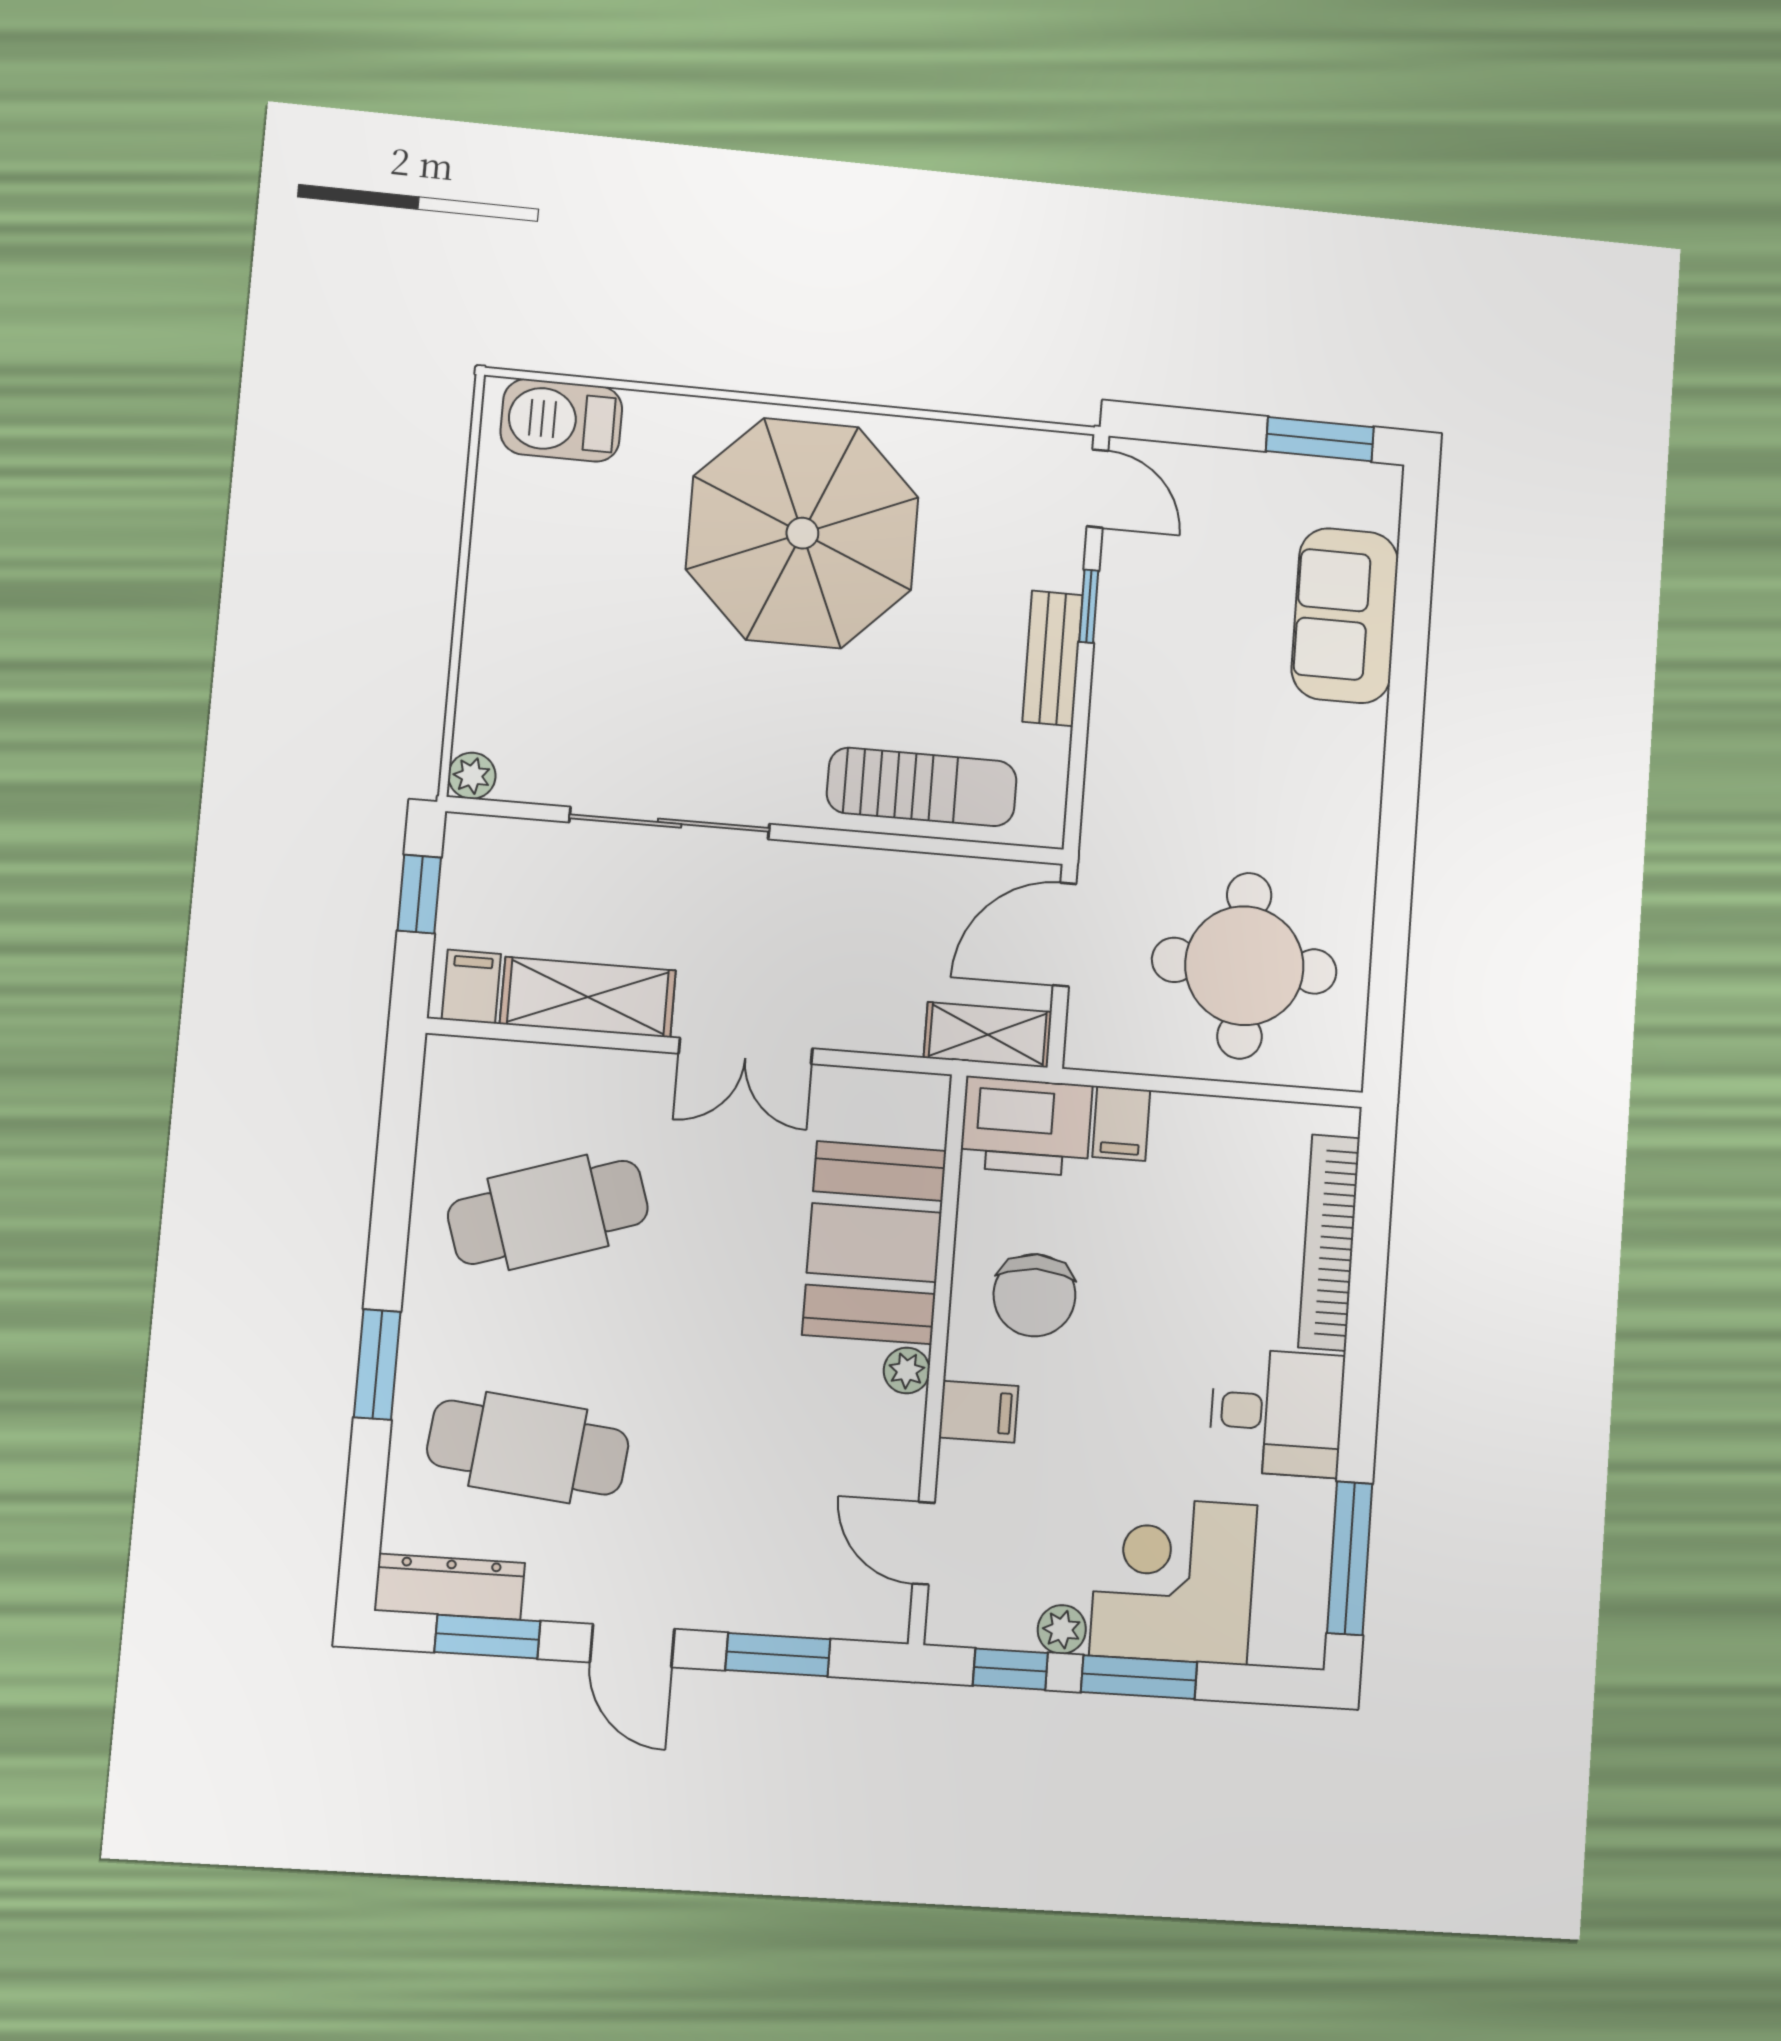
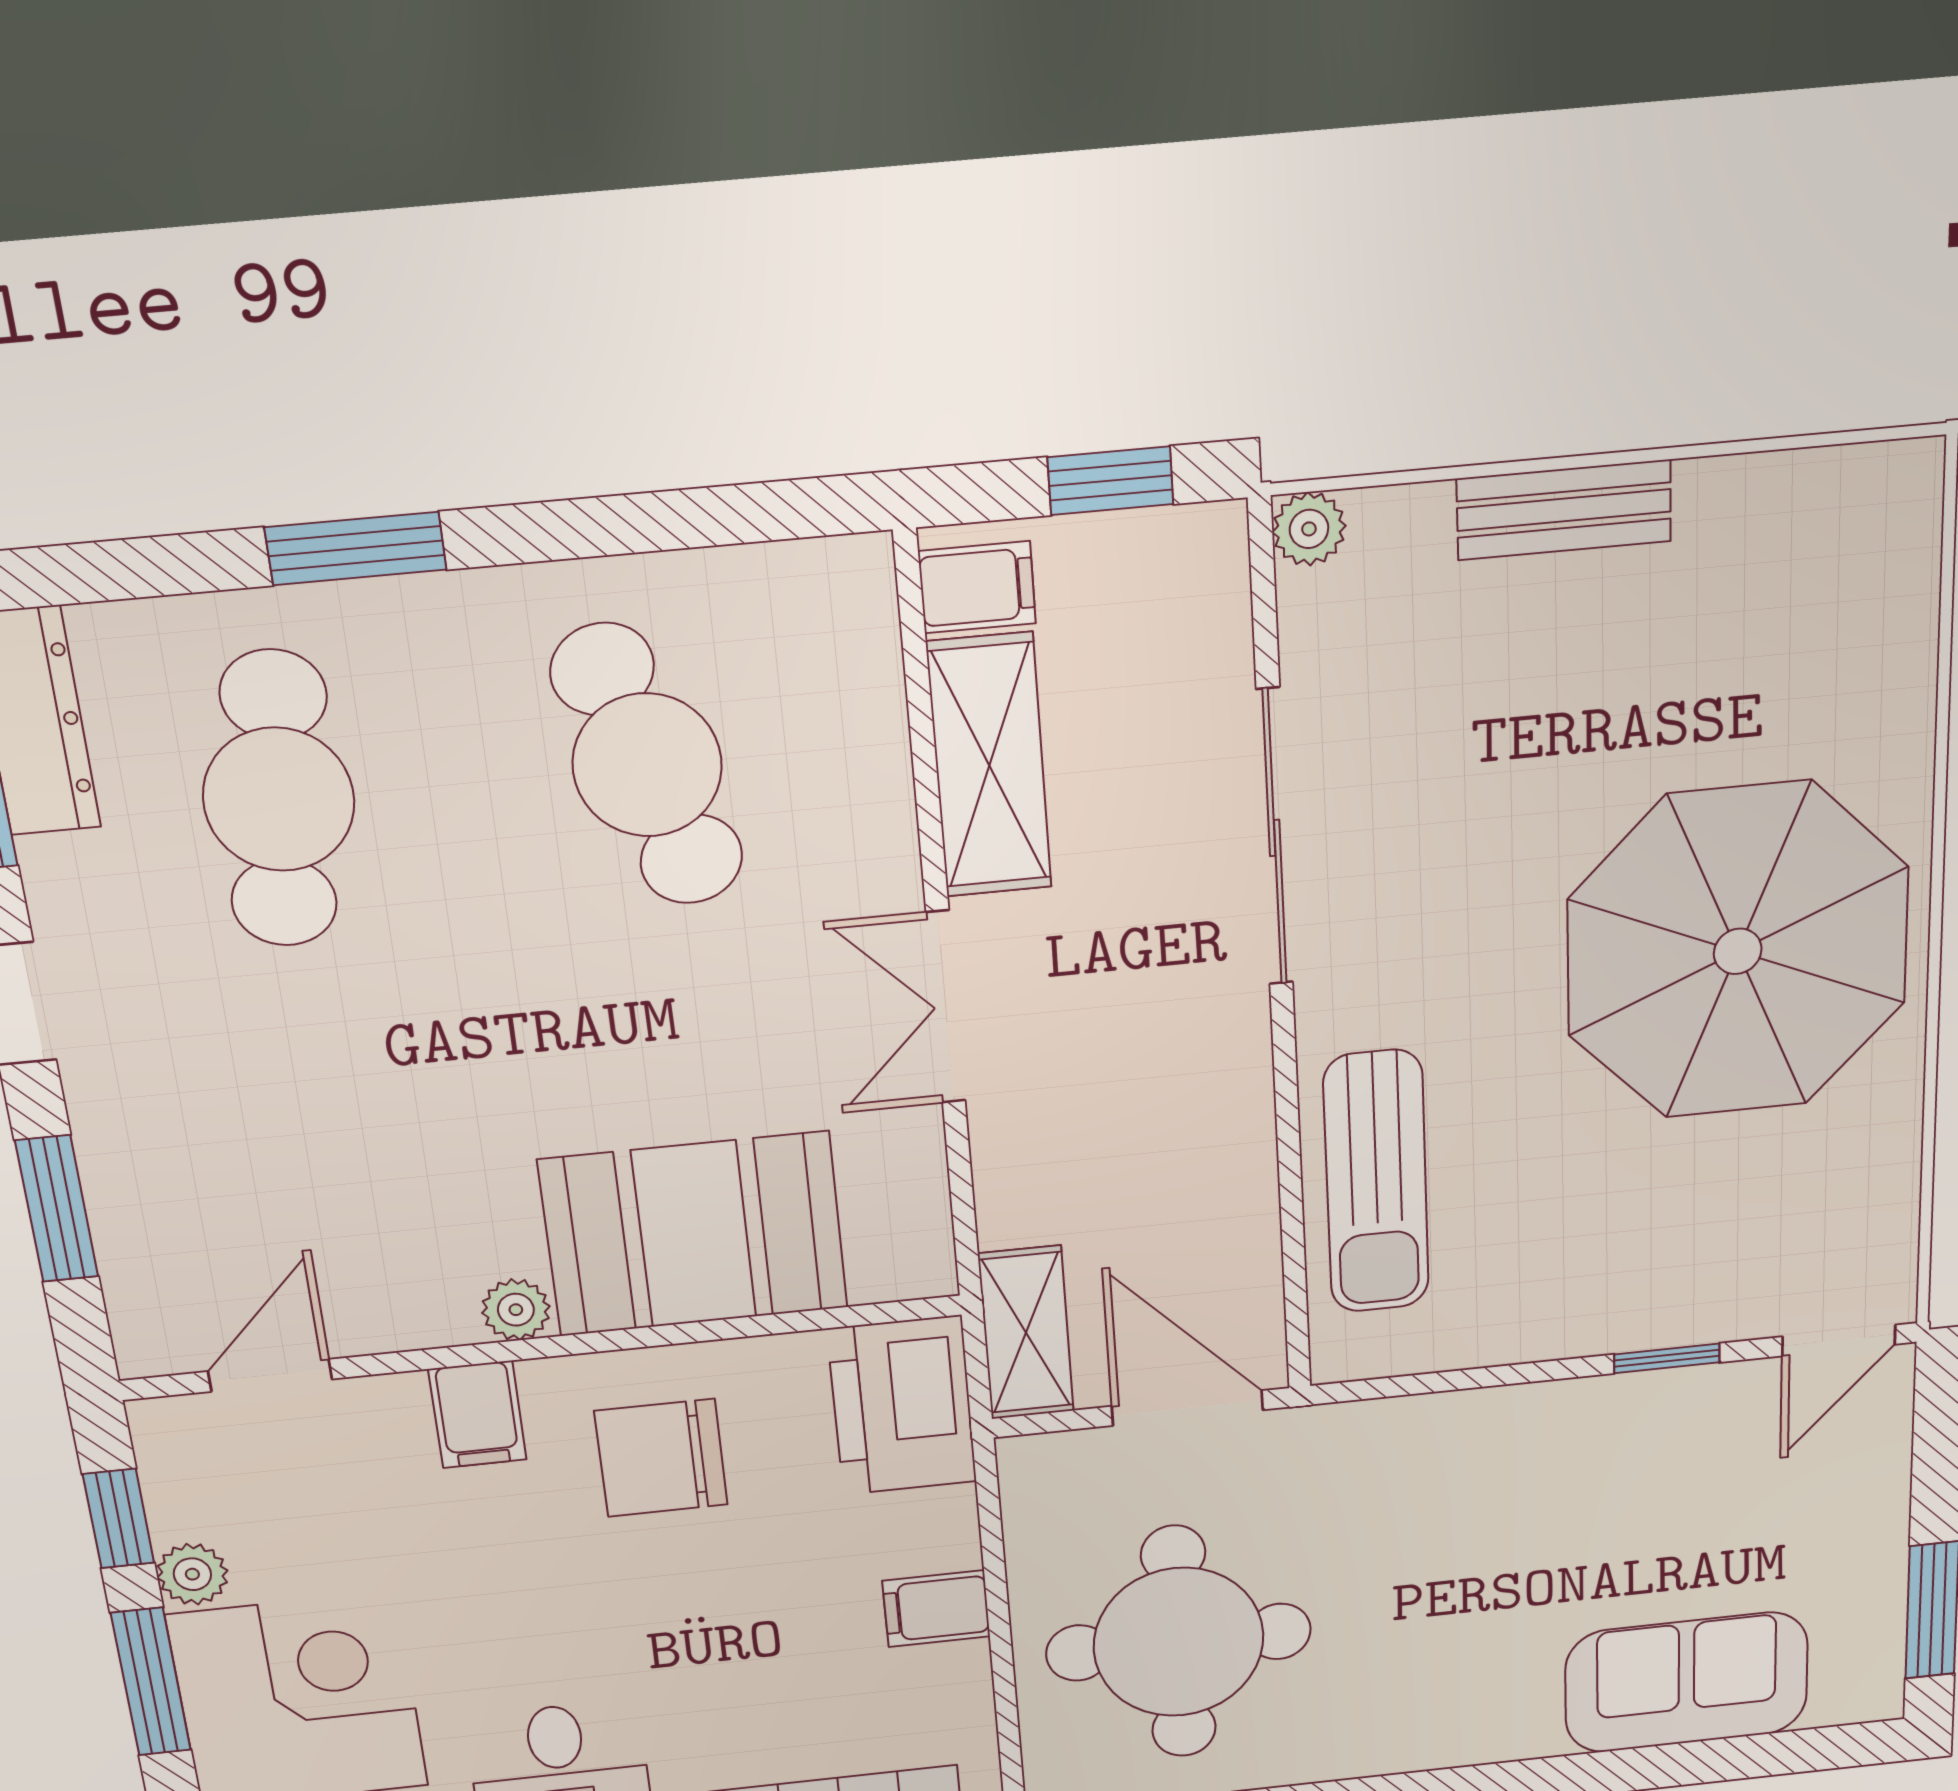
barbecue: (561, 420) -> (1883, 567), removed
bench: (1053, 658) -> (1564, 510), moved
filing cabinet: (1121, 1124) -> (936, 1609), moved

